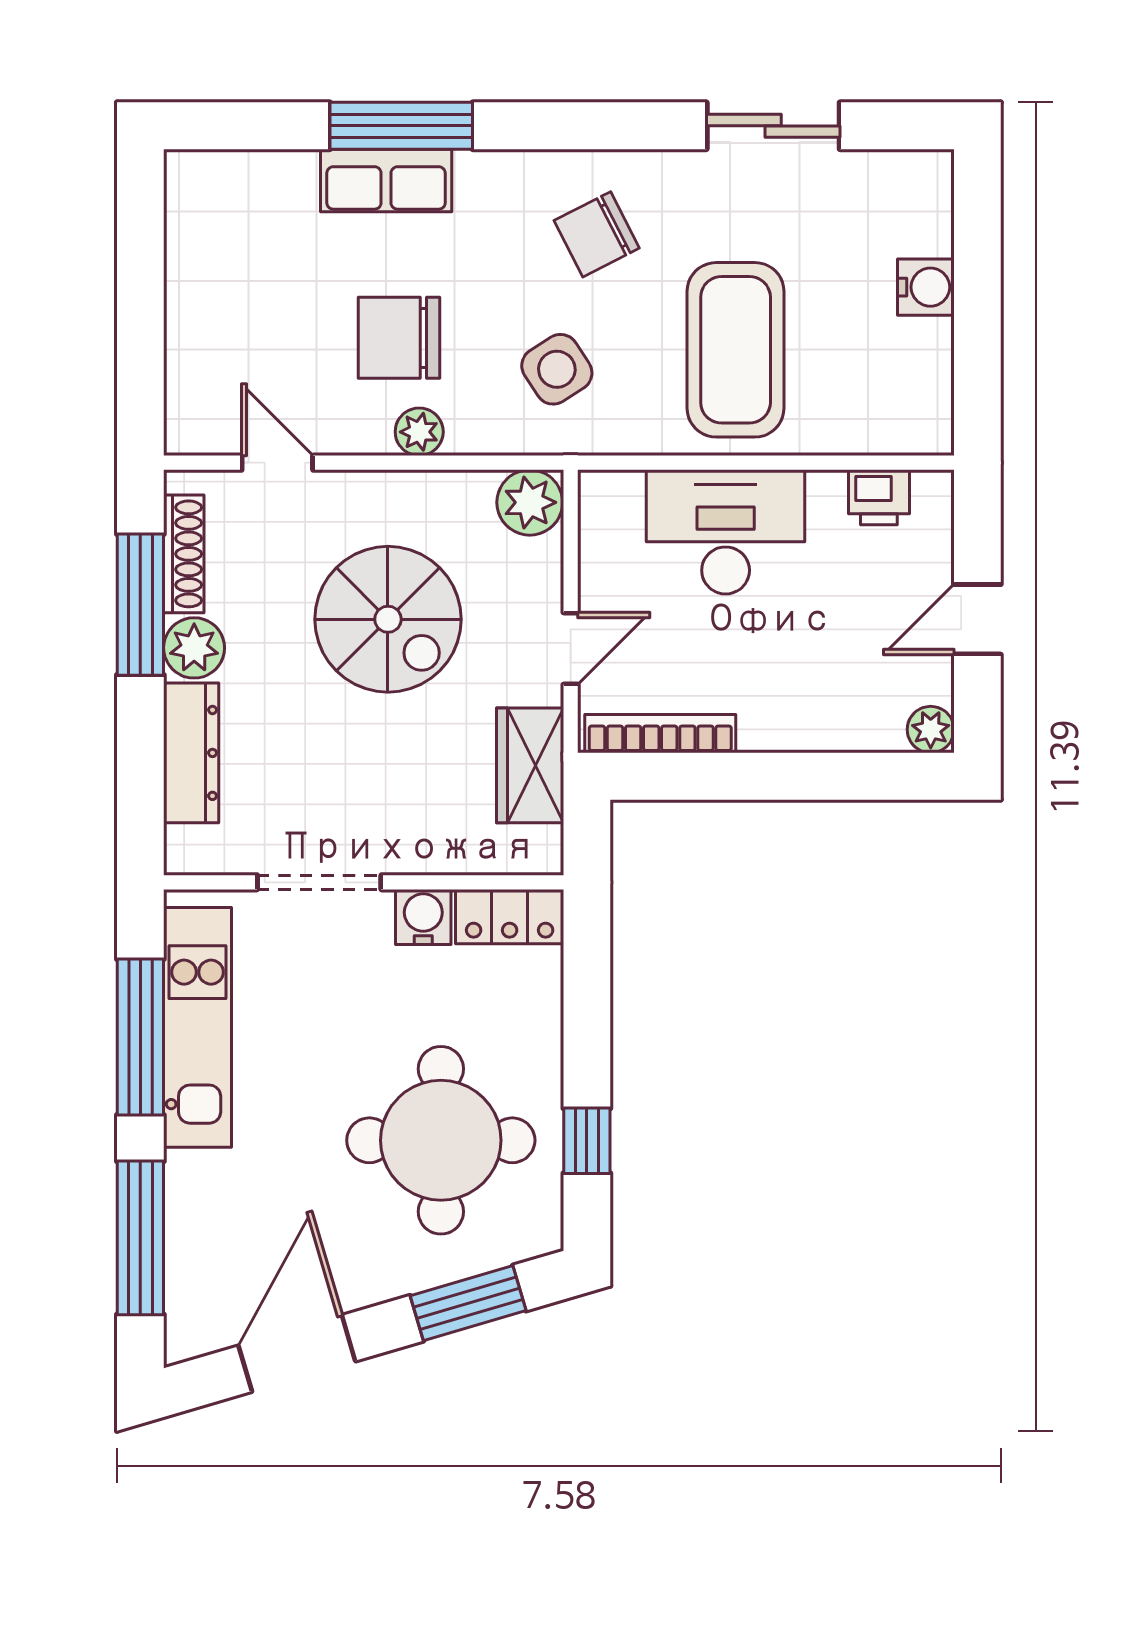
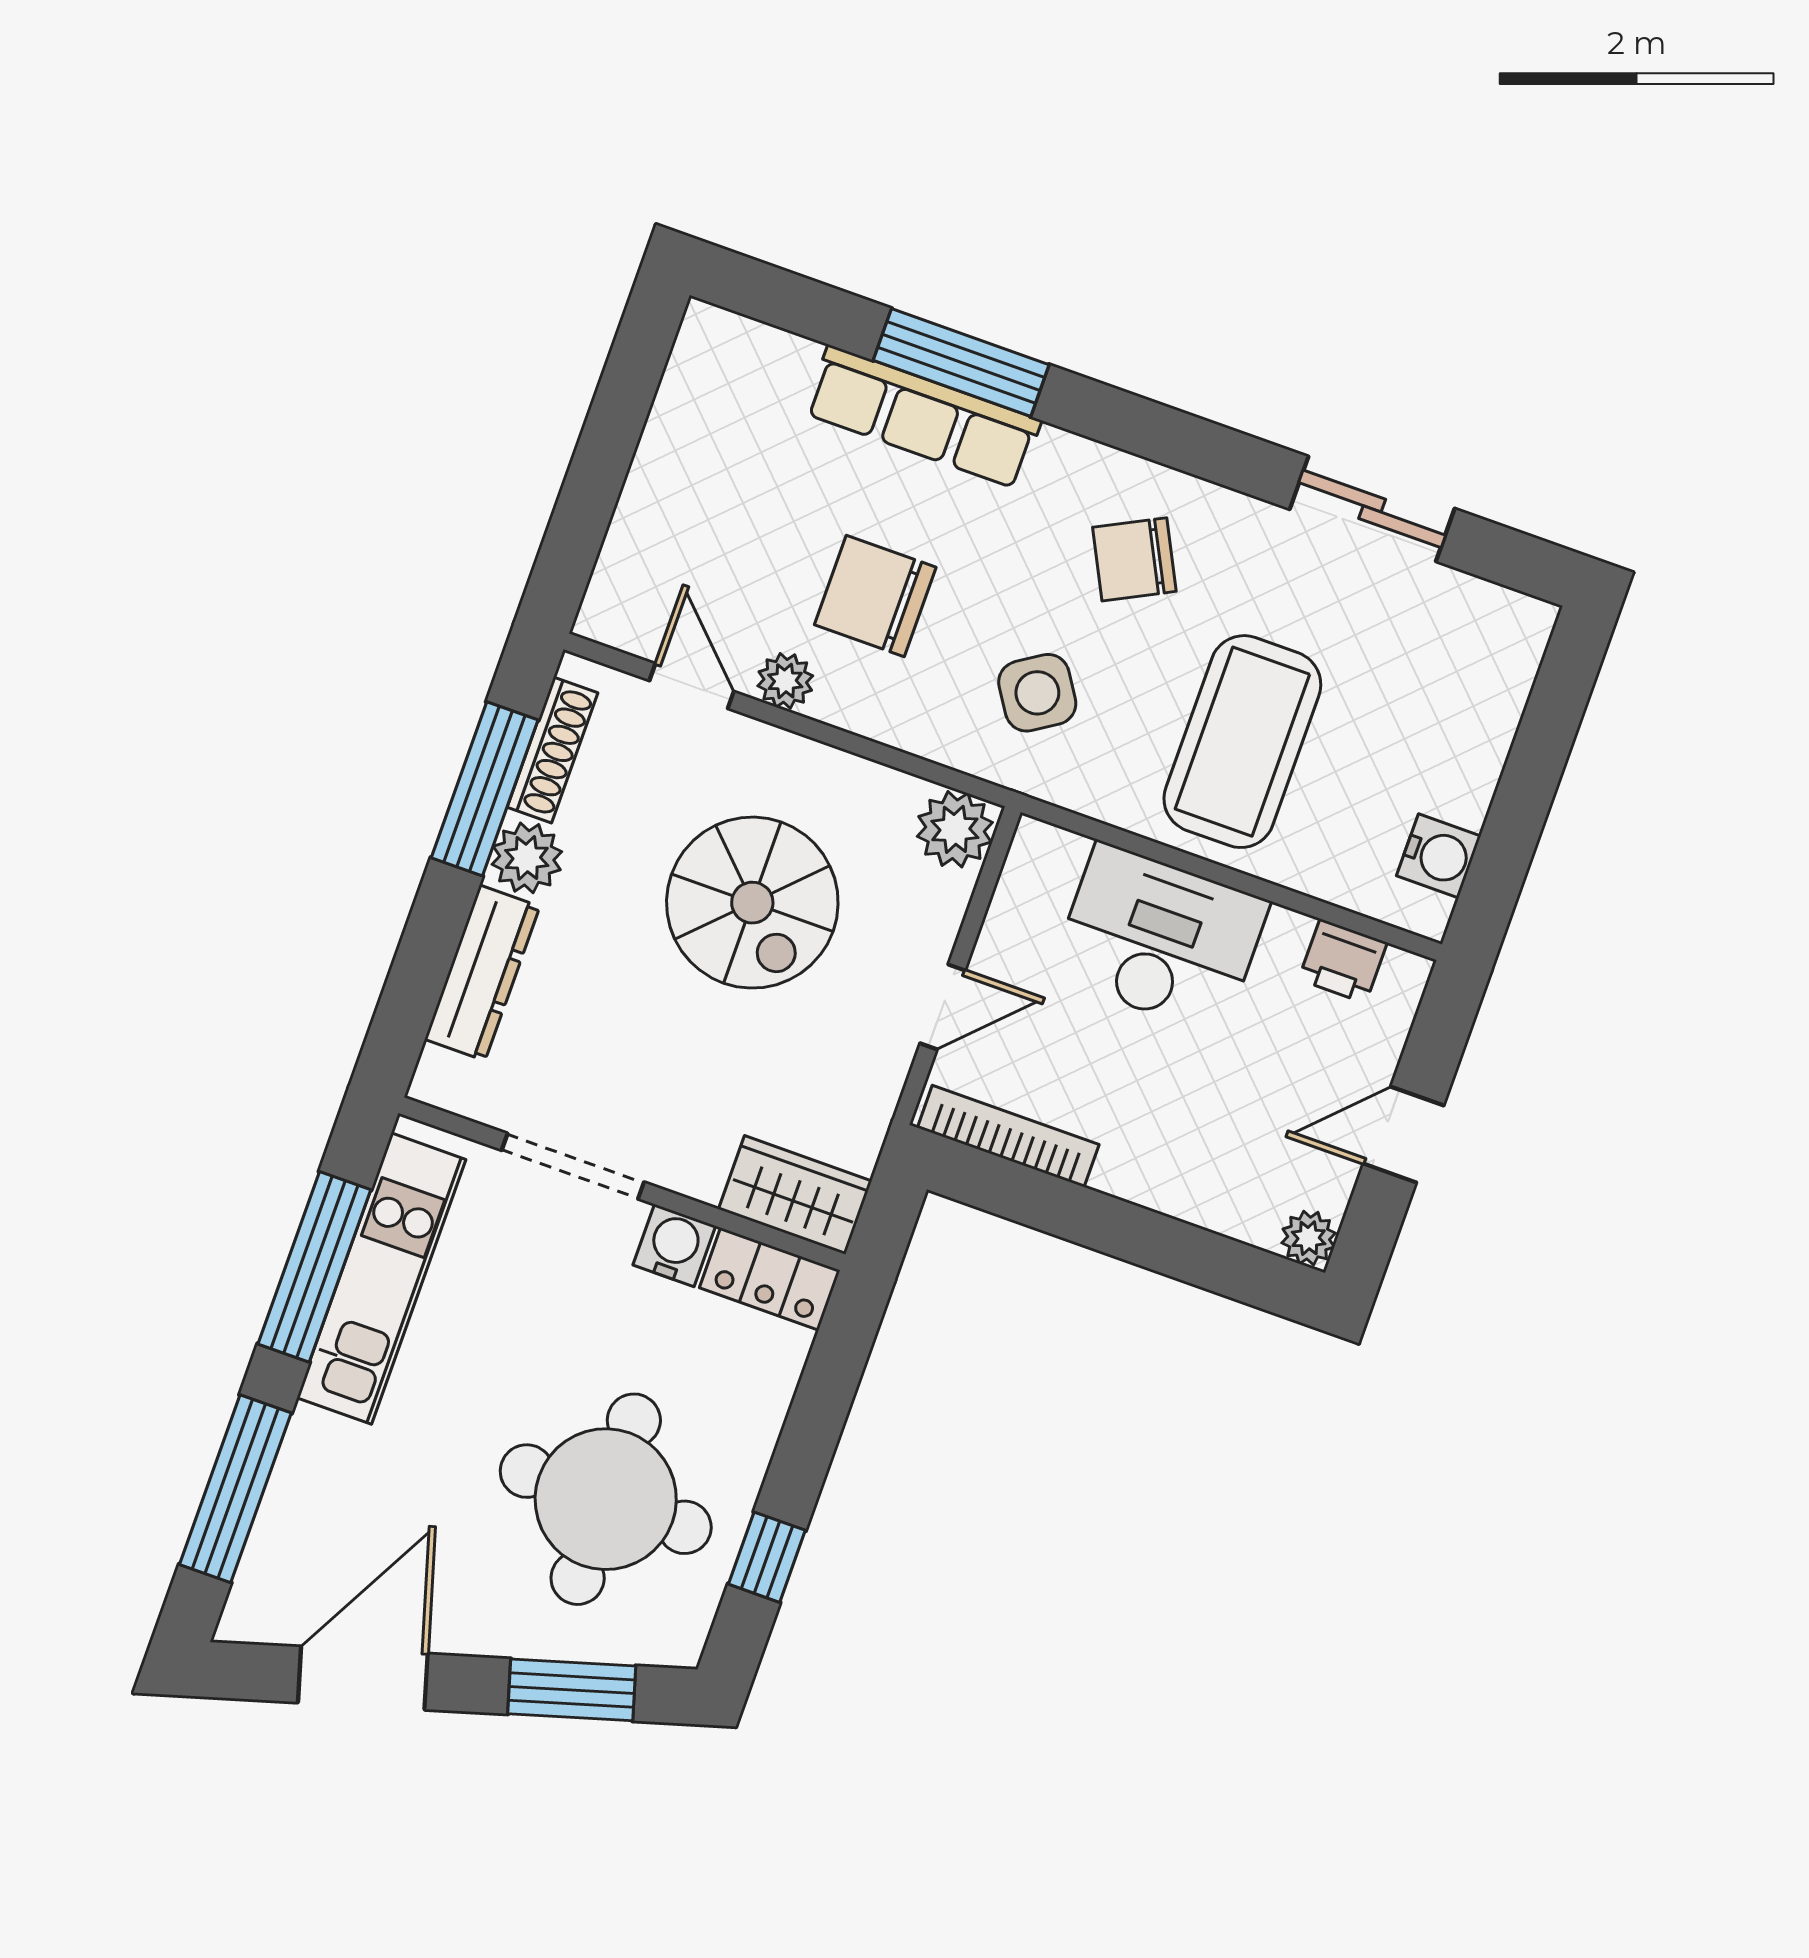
row of seats: (386, 180) -> (923, 417), width x1.48
water cooler: (926, 287) -> (1439, 856), moved
plant: (419, 432) -> (785, 681), moved
wardrobe: (530, 765) -> (795, 1195), moved, turned 90

